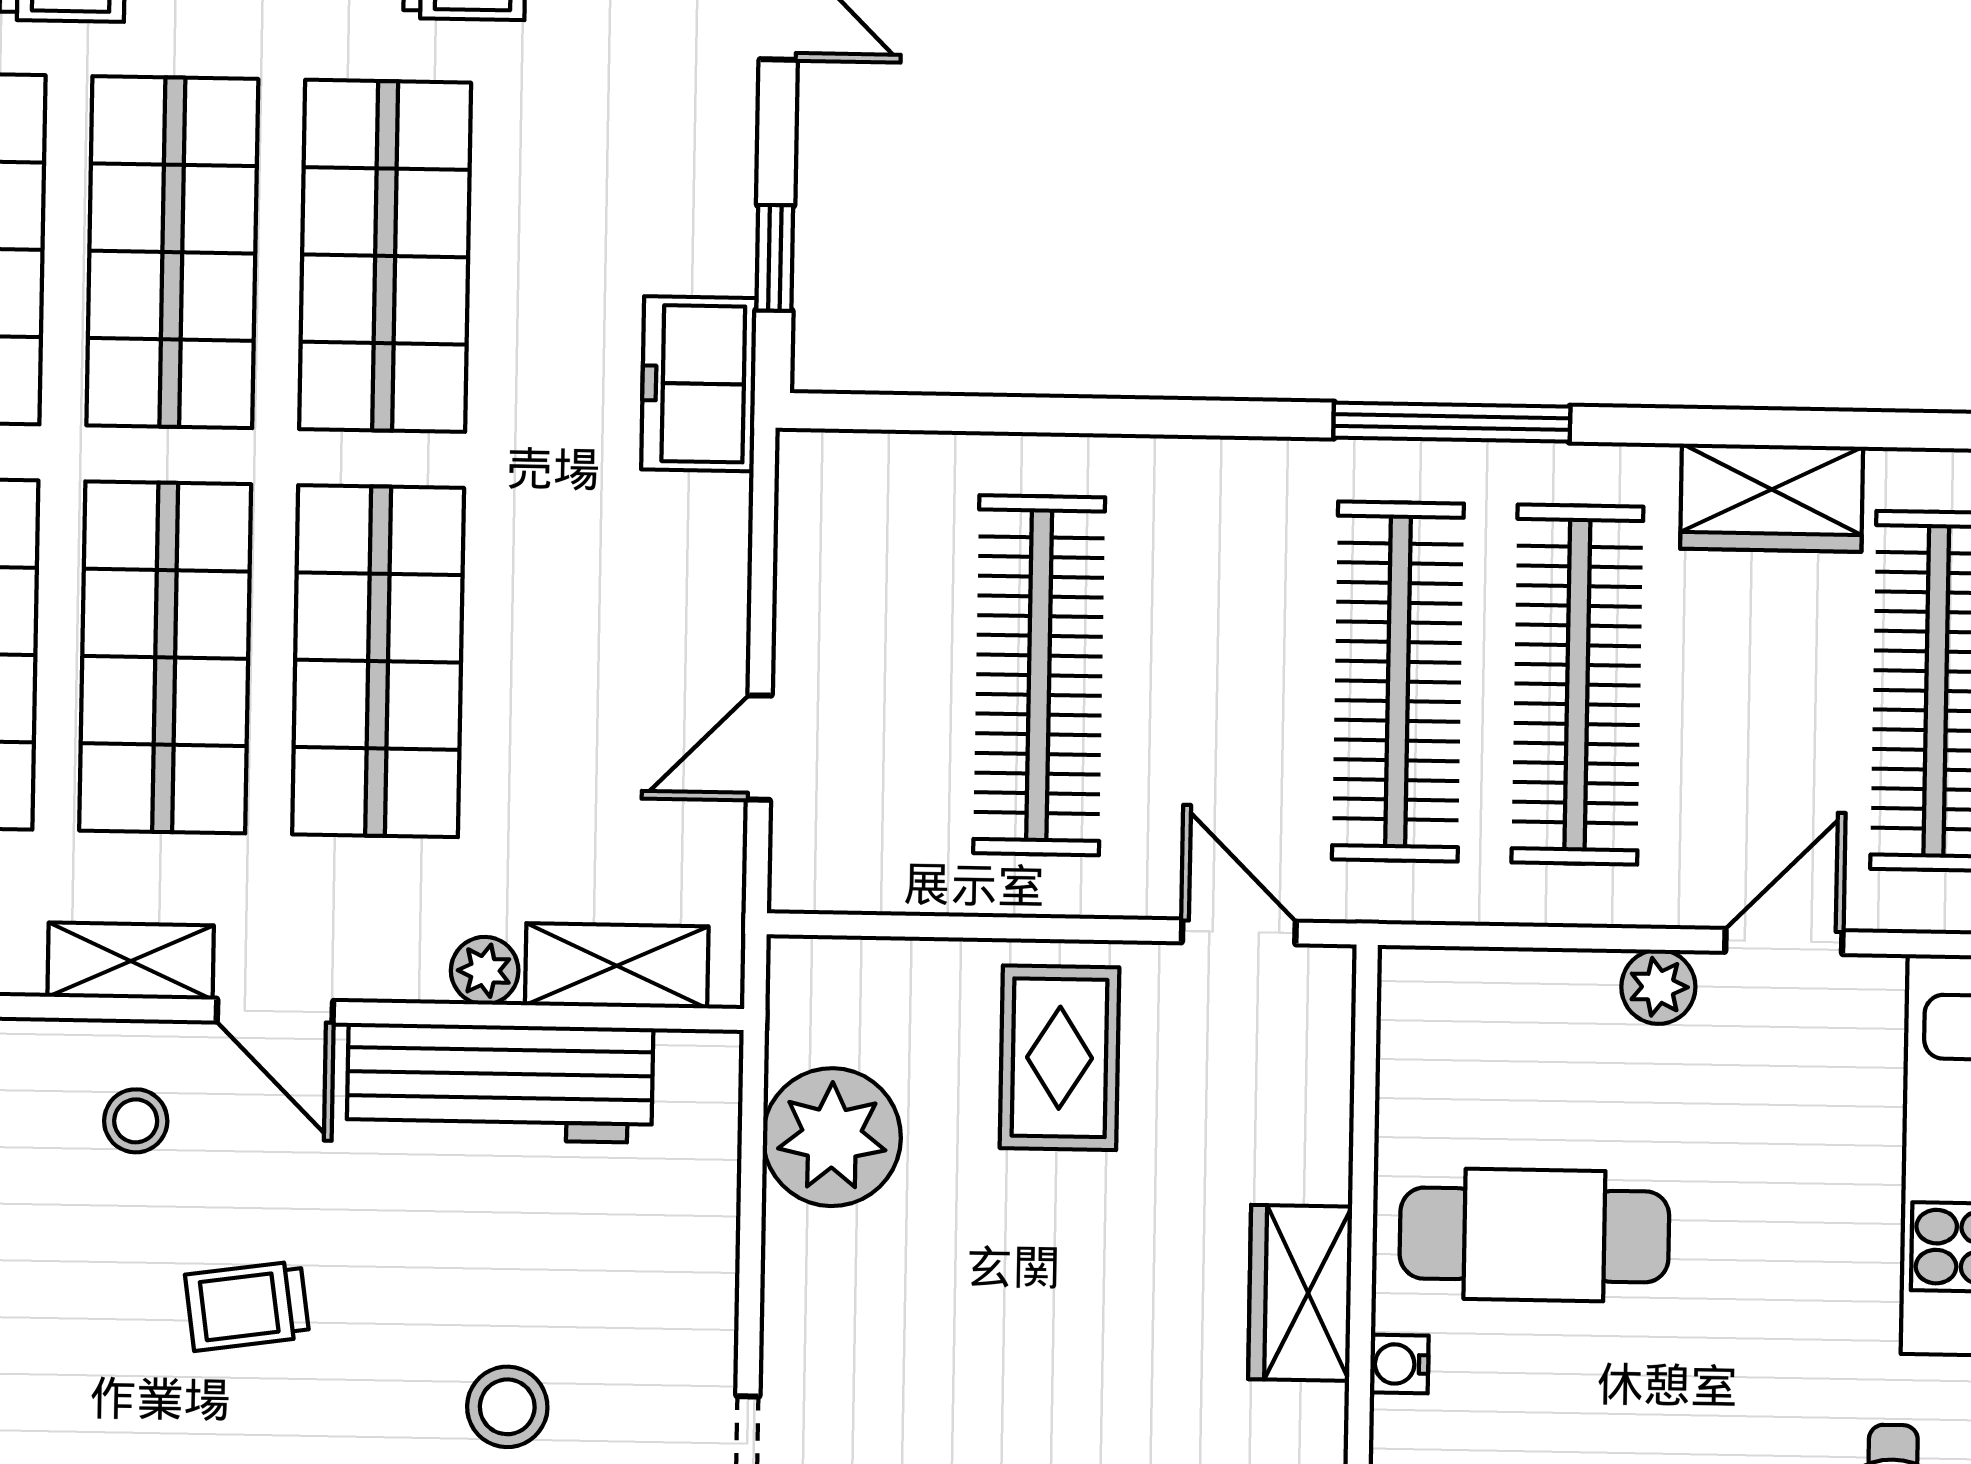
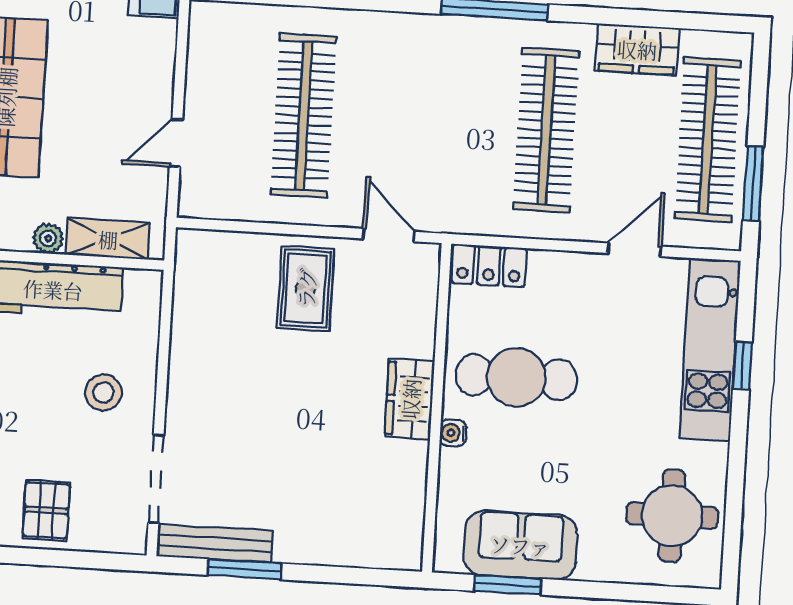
clothes rail: (1398, 681) -> (465, 125), removed
plant: (1658, 987) -> (577, 268), removed
locker: (1463, 990) -> (489, 266), added
plant: (832, 1137) -> (201, 320), removed
stool: (507, 1407) -> (103, 392), moved

